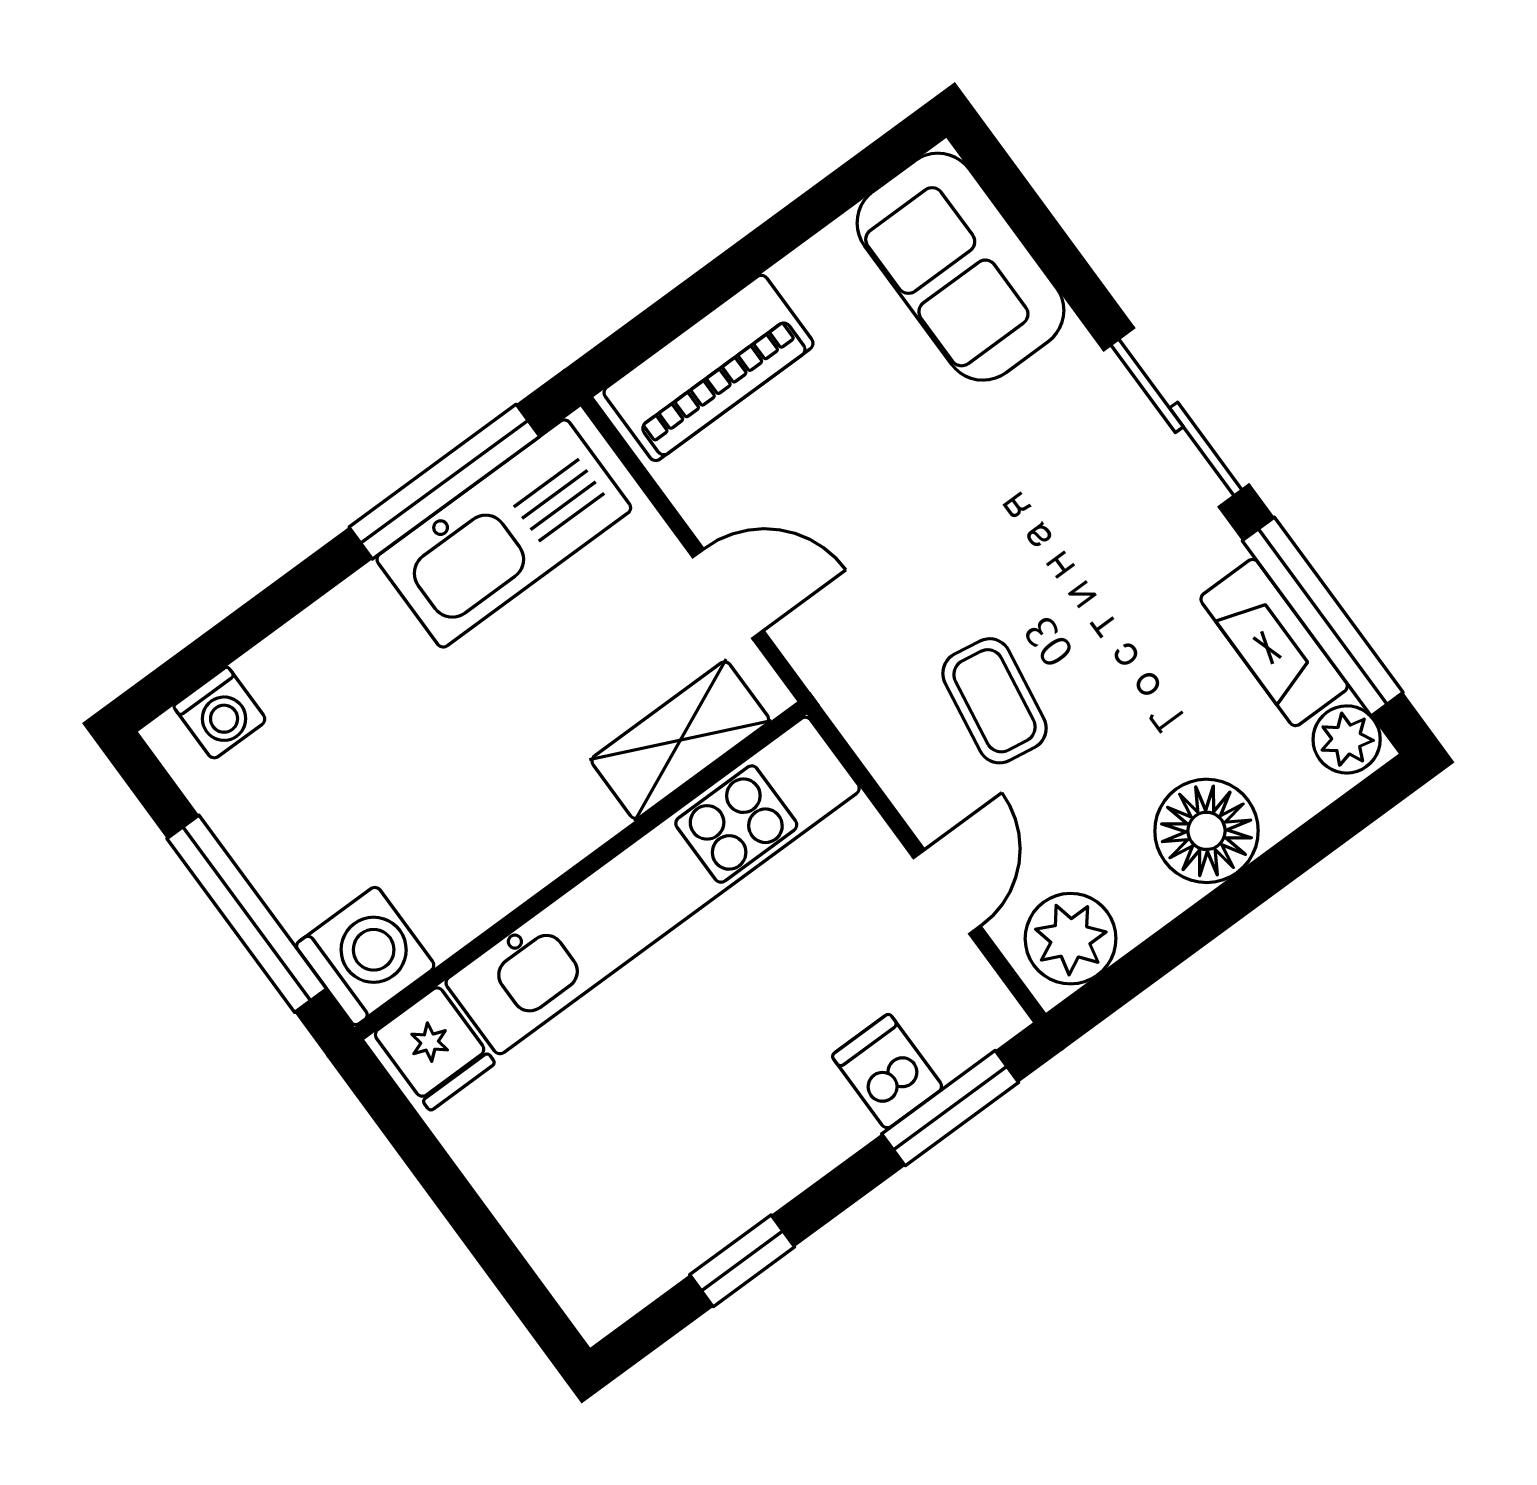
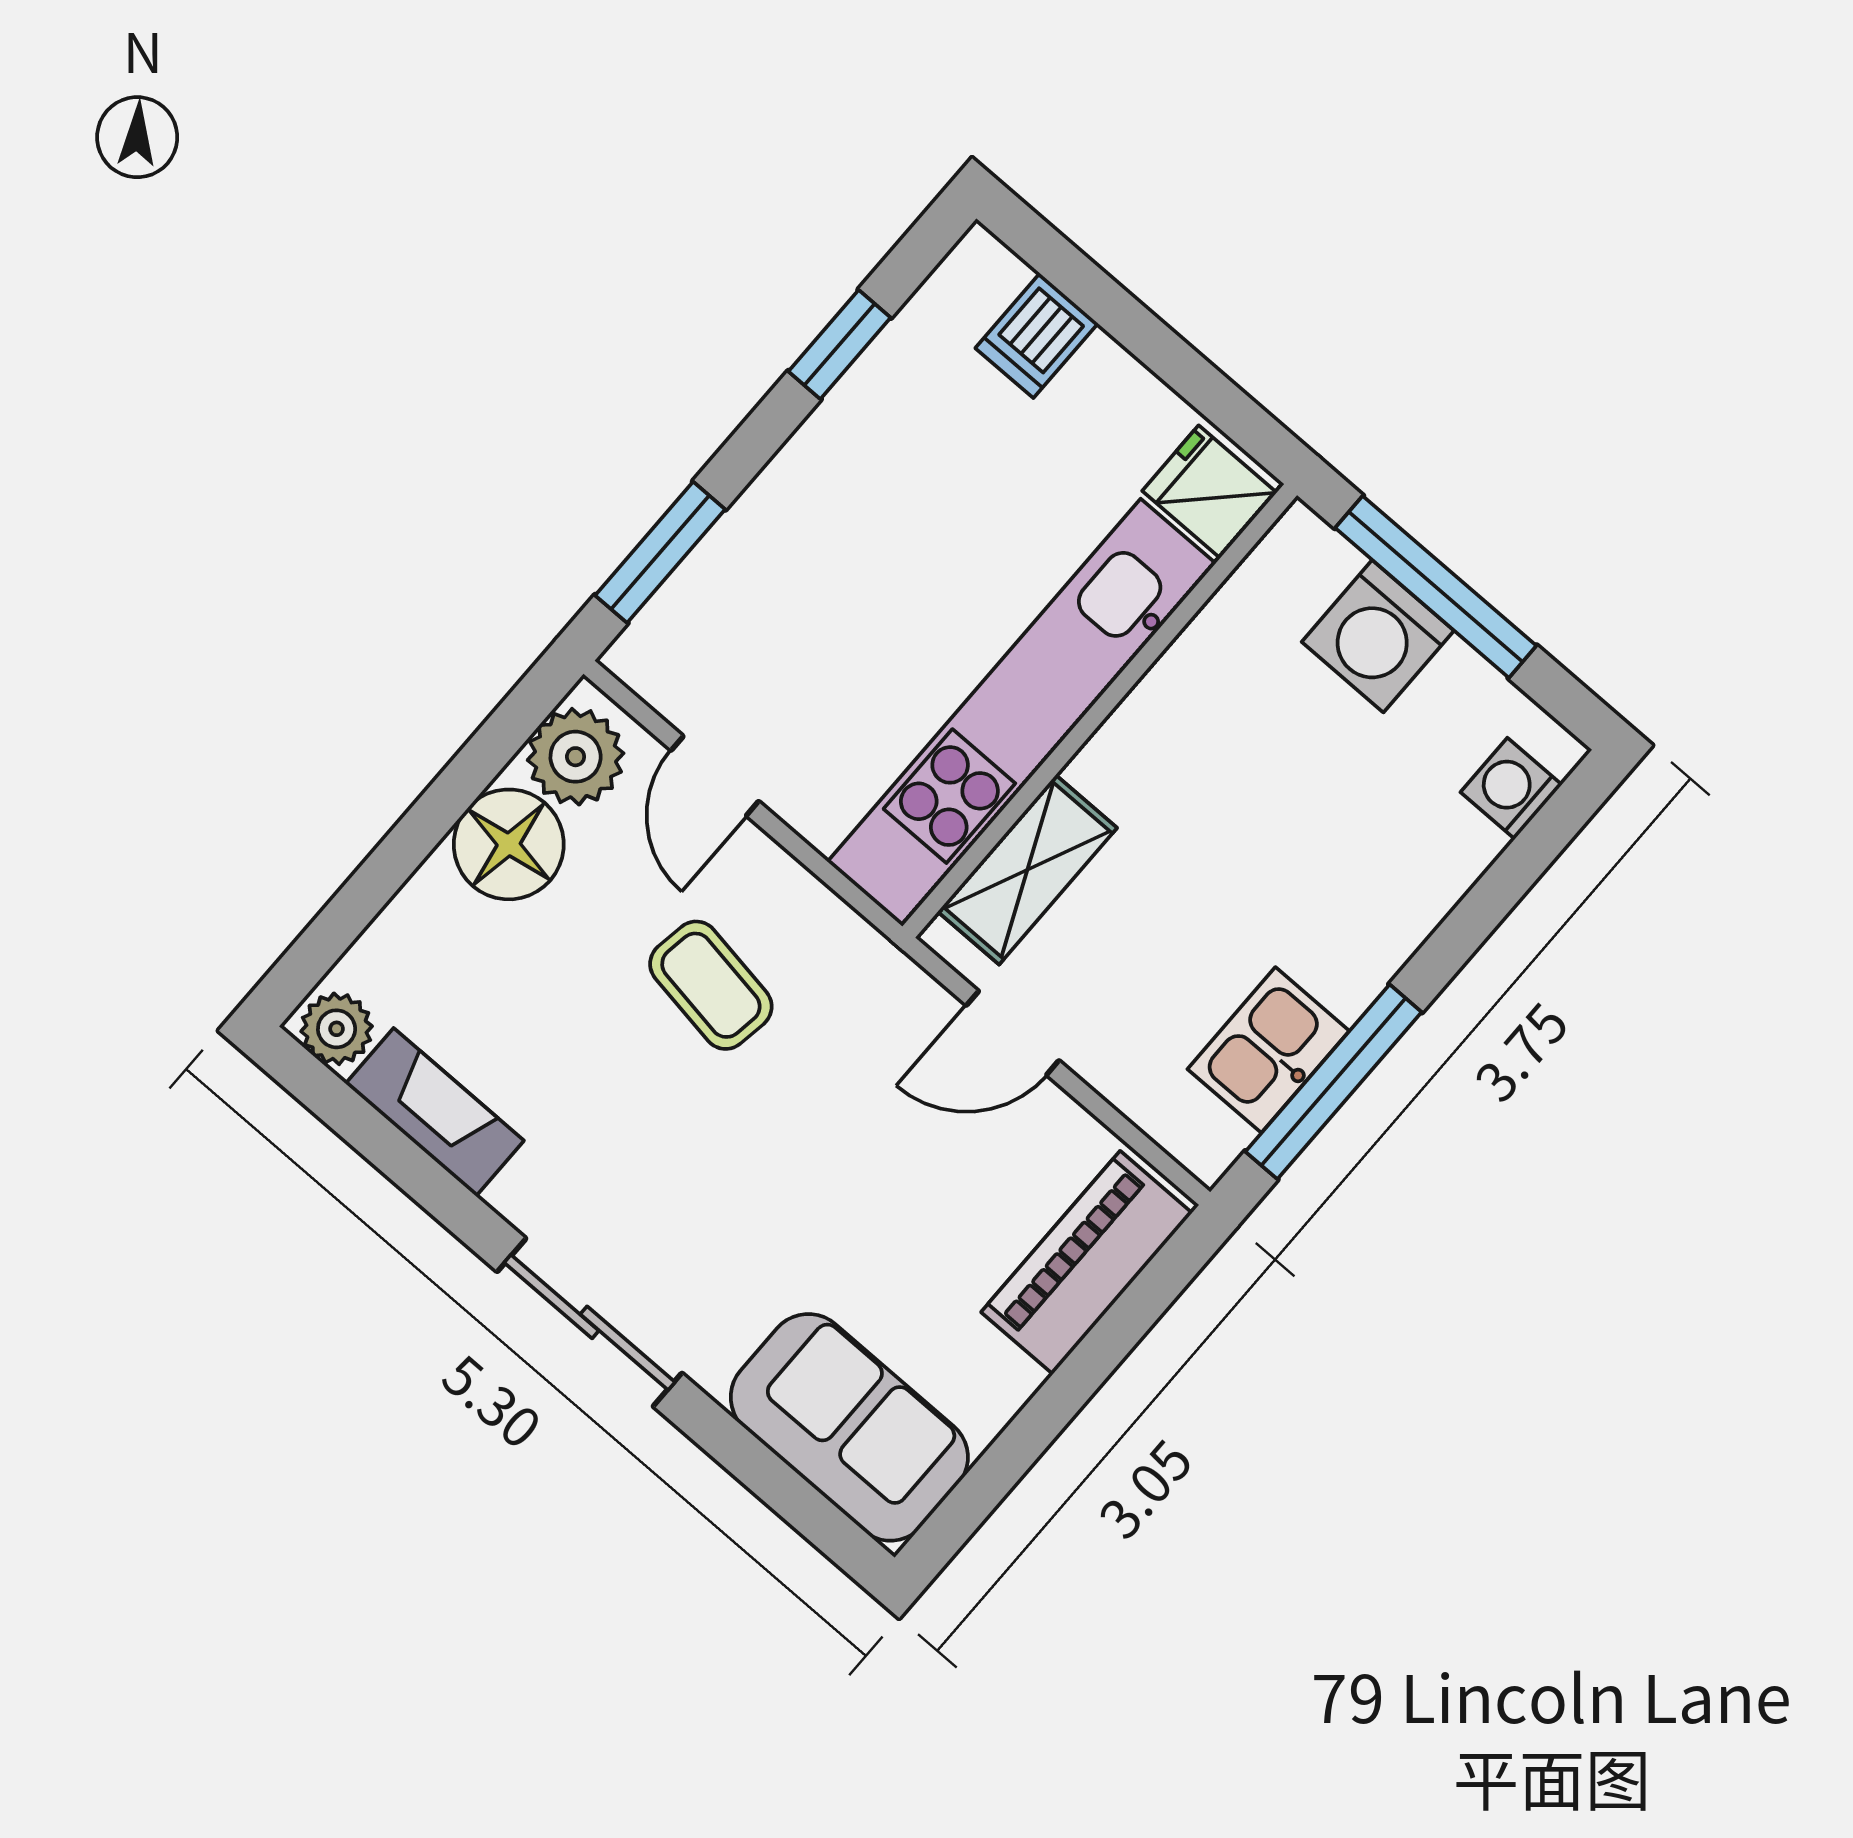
kitchen sink: (504, 533) -> (1268, 1050), width x0.53, depth x0.81
window: (1323, 617) -> (391, 1151), removed
floor lamp: (1207, 831) -> (509, 844), moved
washing machine: (365, 956) -> (1378, 636), moved
dishwasher: (888, 1072) -> (1037, 336), moved, turned 90

